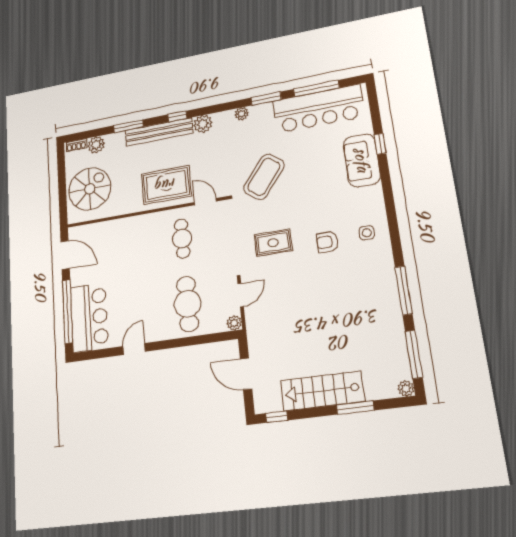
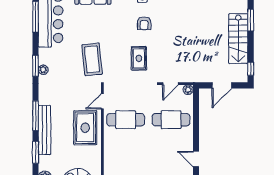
window: (266, 99) -> (36, 66), moved
window: (177, 116) -> (36, 116), width x2.17
plant: (203, 124) -> (45, 98), removed
coffee table: (264, 177) -> (92, 59), turned 46
cafe table: (182, 239) -> (126, 120), width x1.37, depth x1.35
door: (241, 295) -> (170, 84), swing flipped

